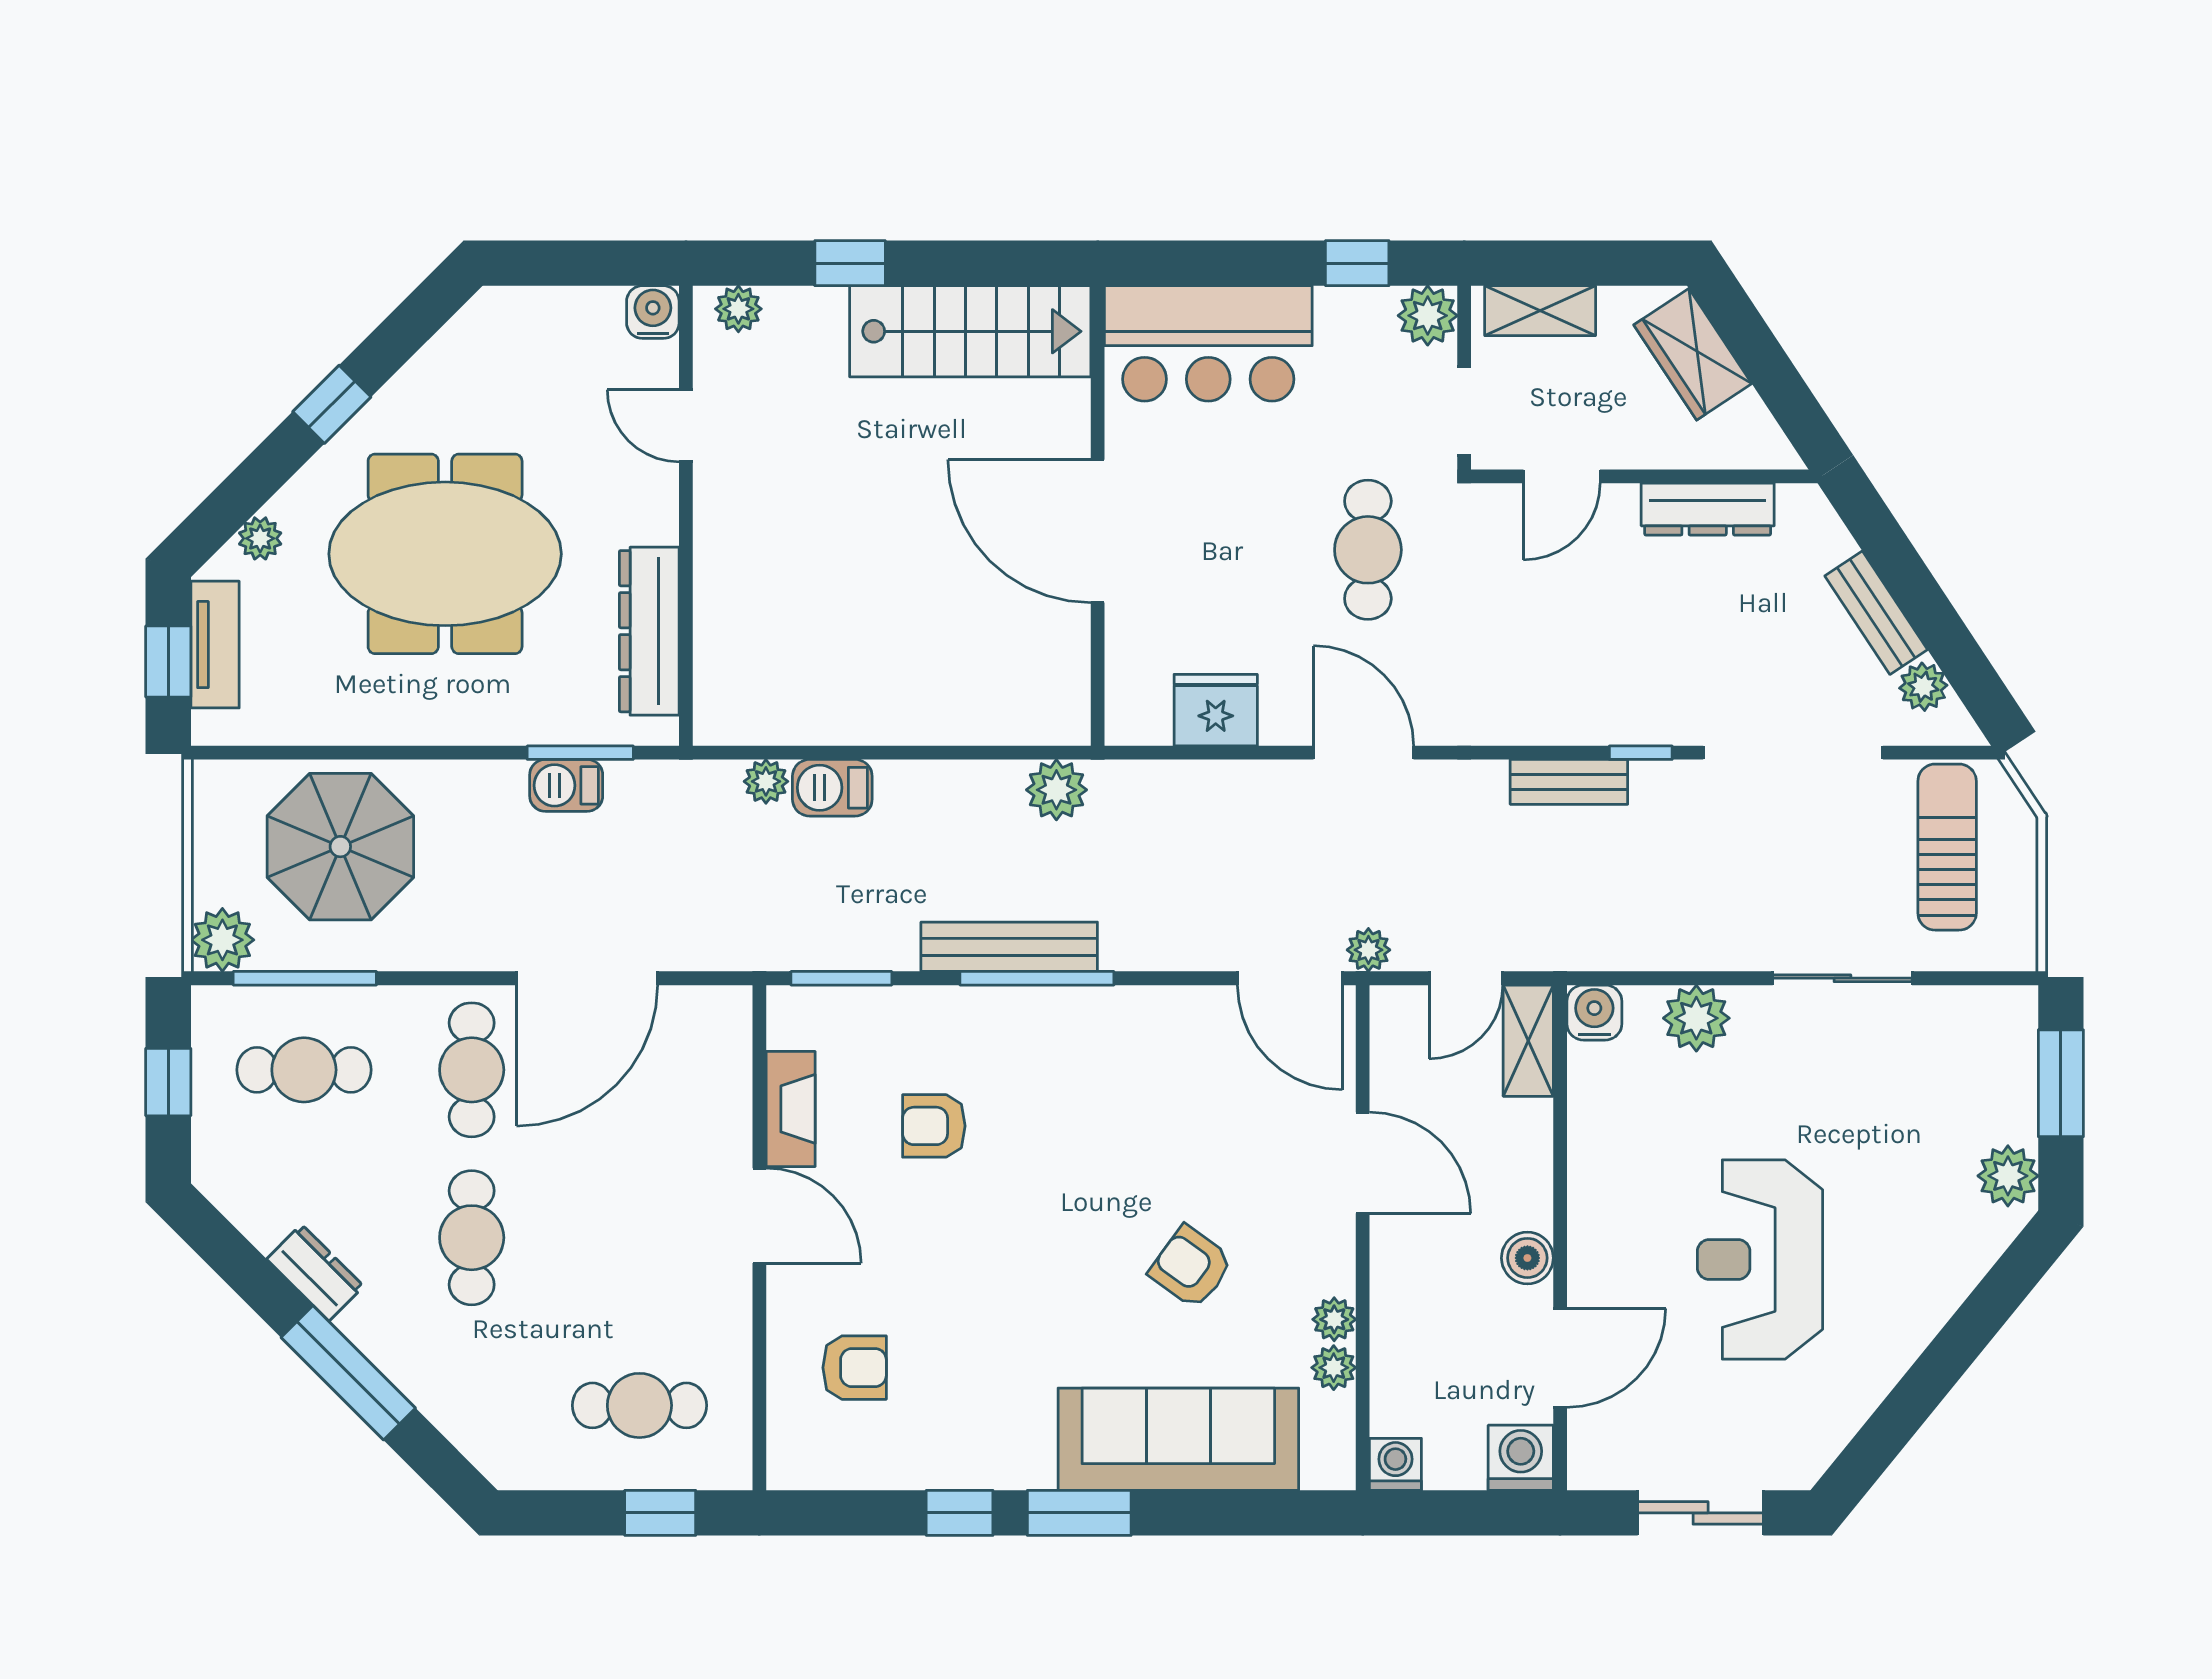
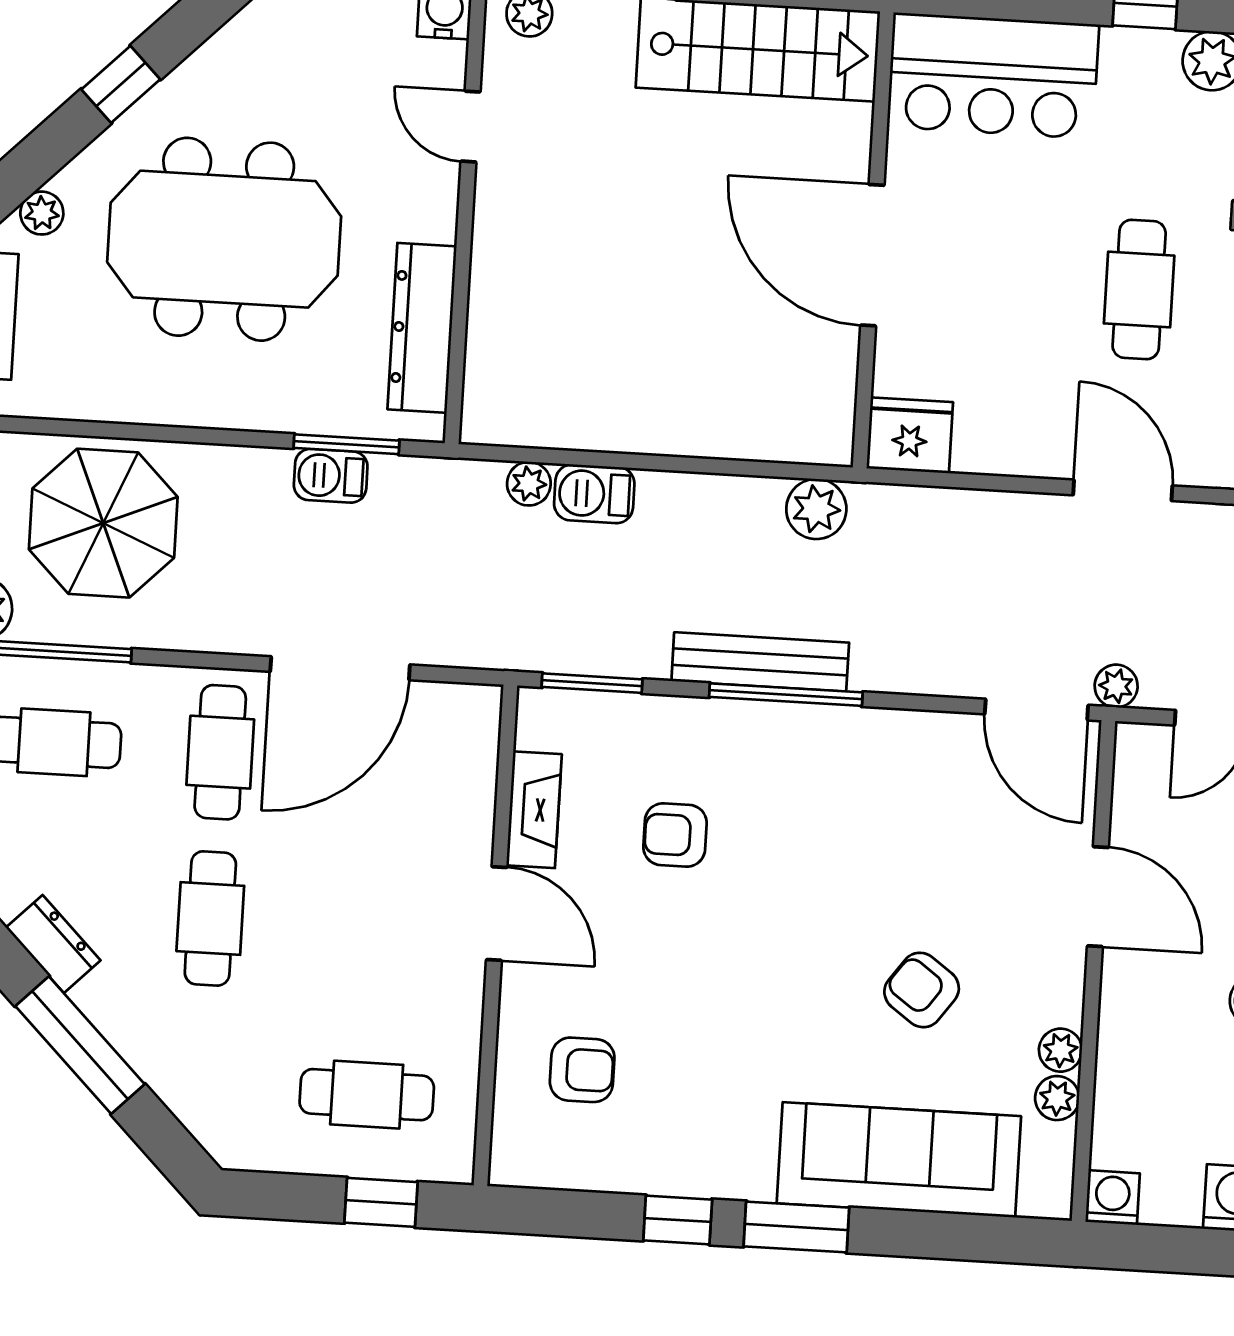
fridge: (1216, 710) -> (910, 435), moved

